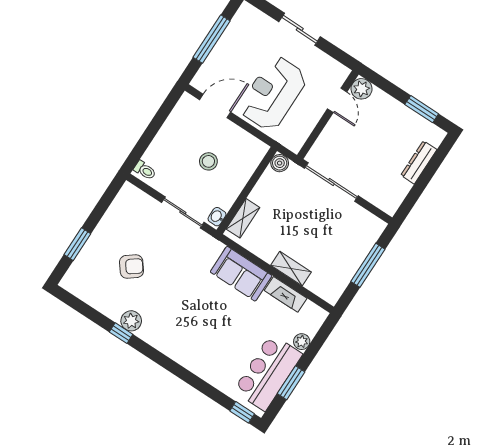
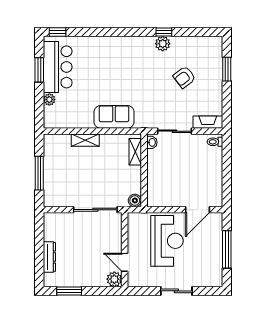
stool: (208, 161) -> (179, 173), removed
fireplace: (286, 294) -> (208, 122), moved

